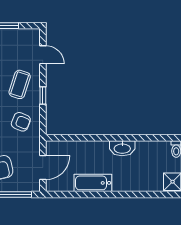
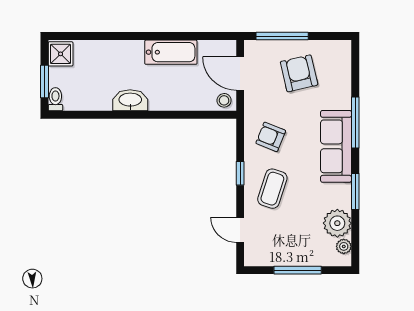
stool: (55, 148) -> (224, 100), added
door: (43, 168) -> (240, 73), hinge flipped

